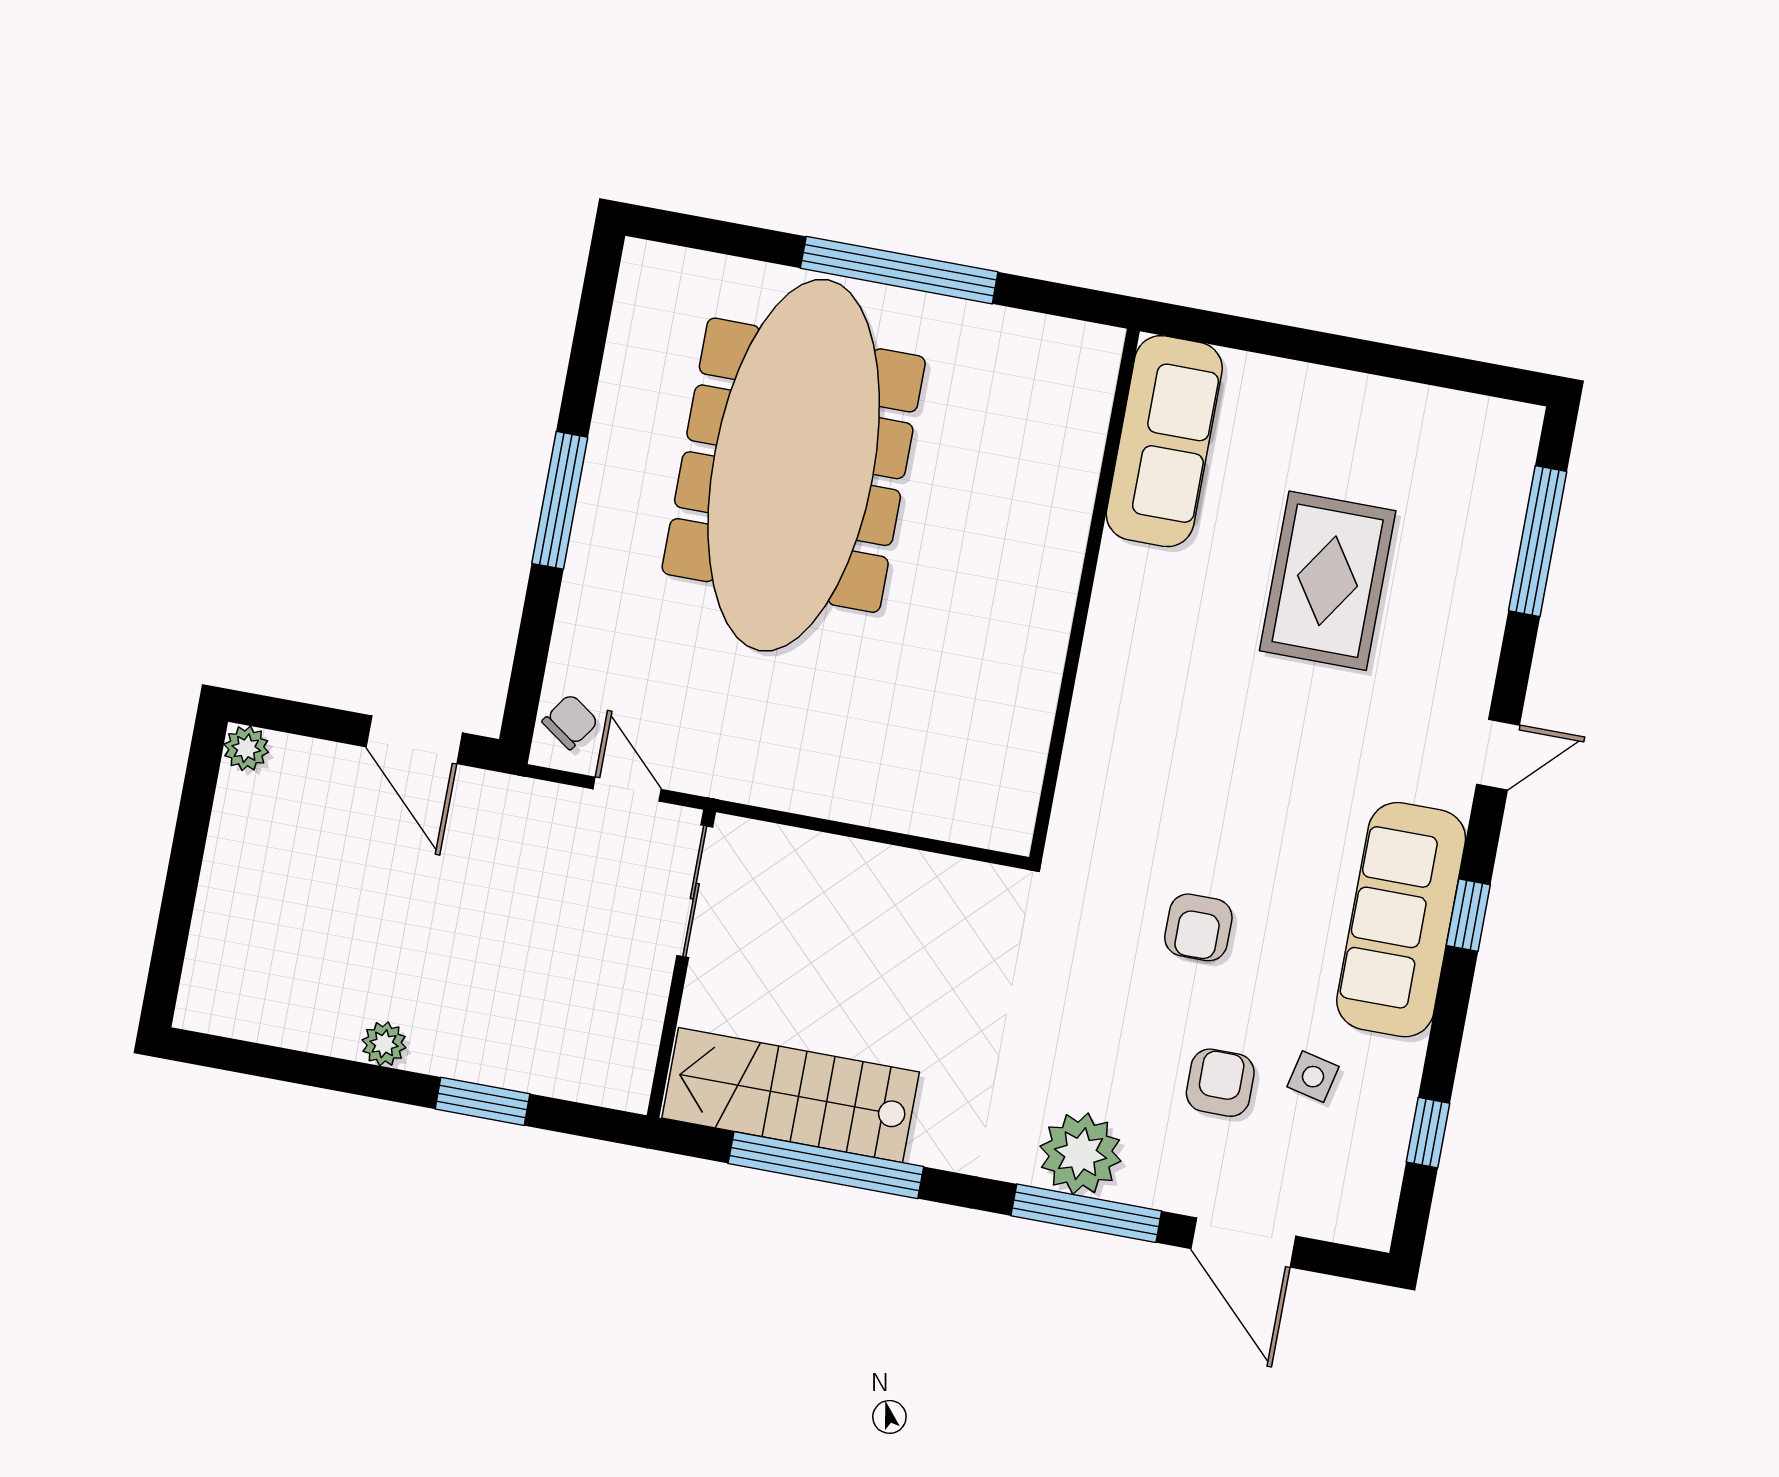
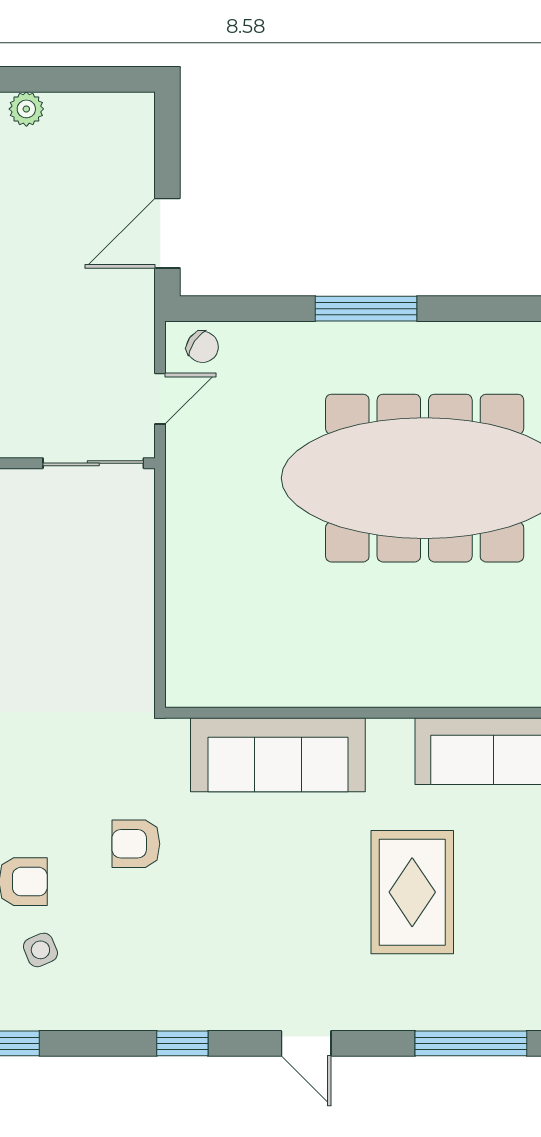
rug: (1328, 581) -> (412, 892), turned 90
plant: (246, 748) -> (26, 109), moved
sofa: (1401, 920) -> (278, 755), moved, turned 180
side table: (1313, 1077) -> (40, 950), turned -36

